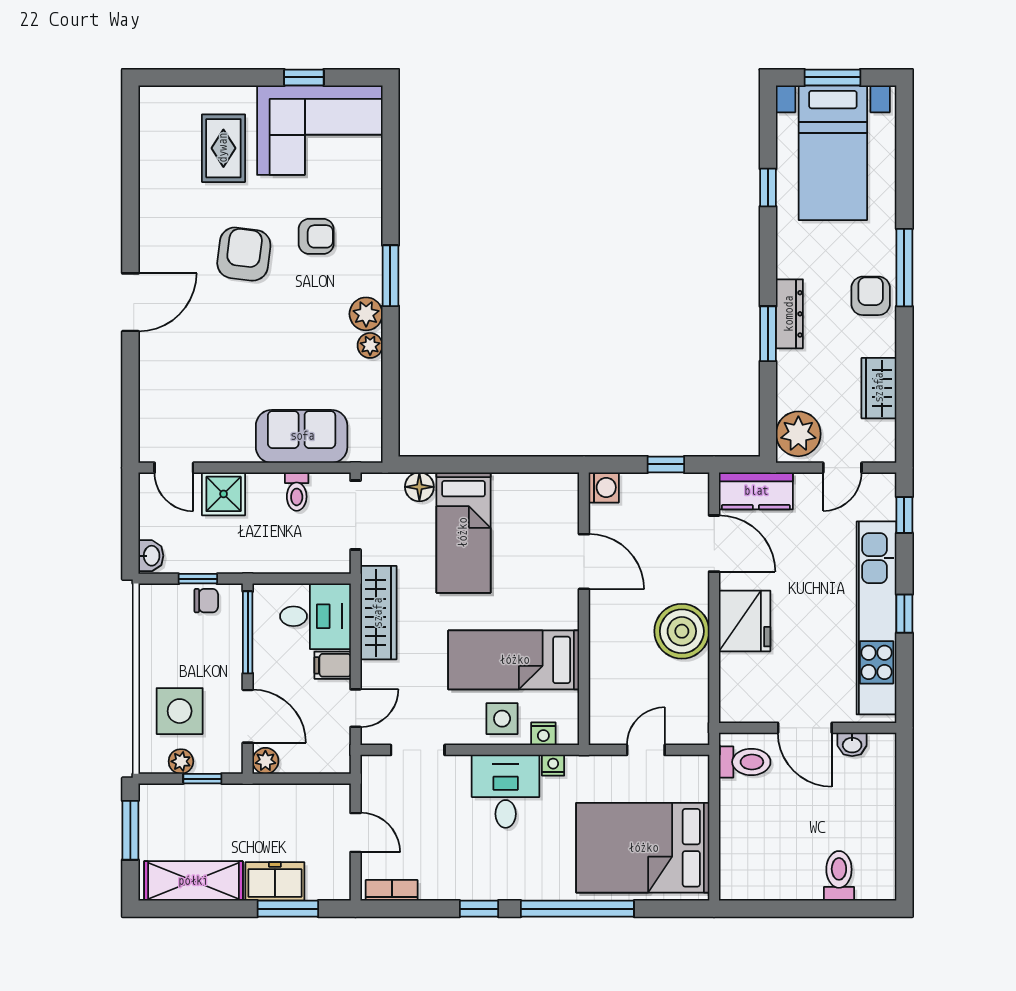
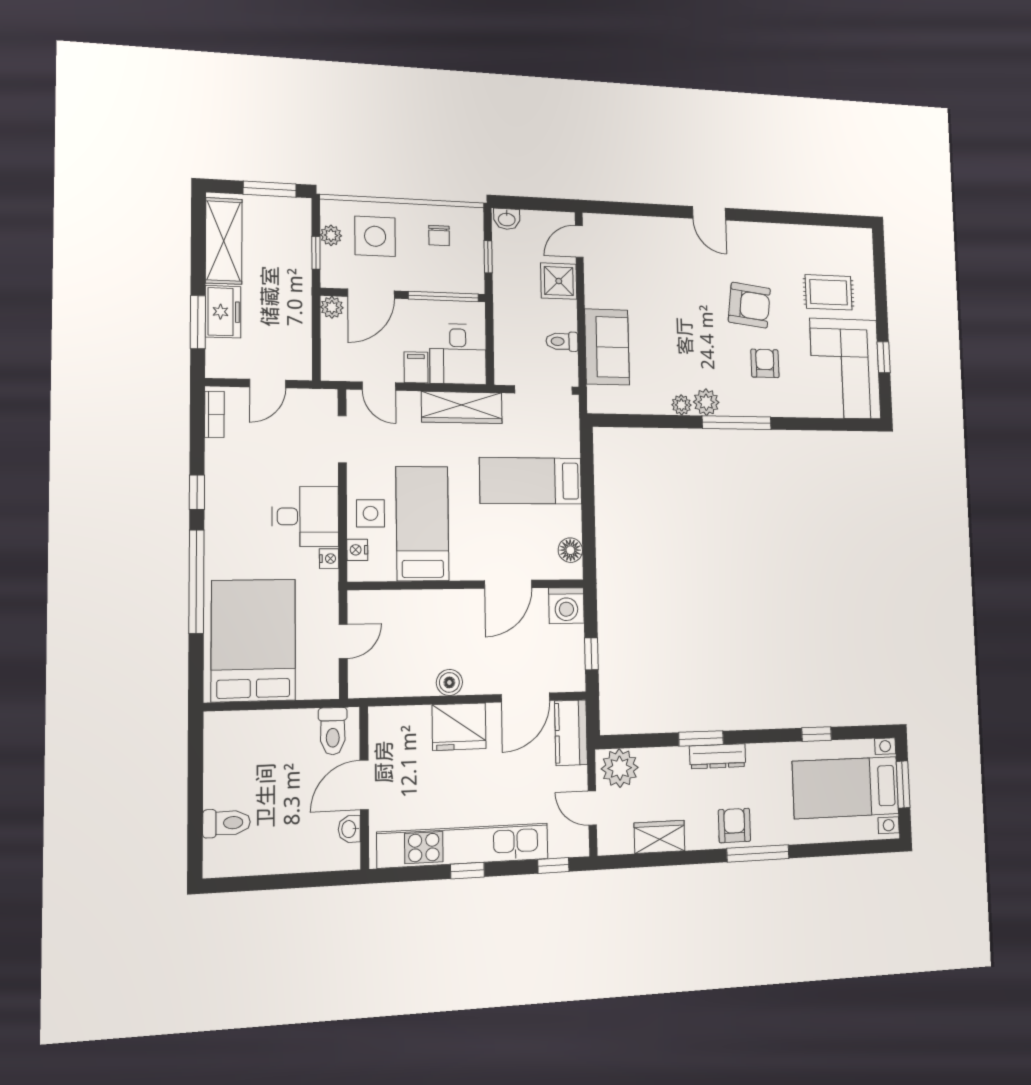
armchair: (316, 236) -> (765, 363), turned 180
window: (390, 276) -> (737, 423), width x1.44
armchair: (871, 296) -> (734, 826), turned -90
door: (130, 302) -> (709, 213), width x0.73
floor lamp: (419, 487) -> (570, 550), moved
washing machine: (604, 487) -> (566, 606), width x1.38, depth x1.38
chair: (206, 601) -> (439, 235), moved
boiler: (682, 631) -> (449, 682), width x0.54, depth x0.54
door: (646, 750) -> (343, 641), hinge flipped

